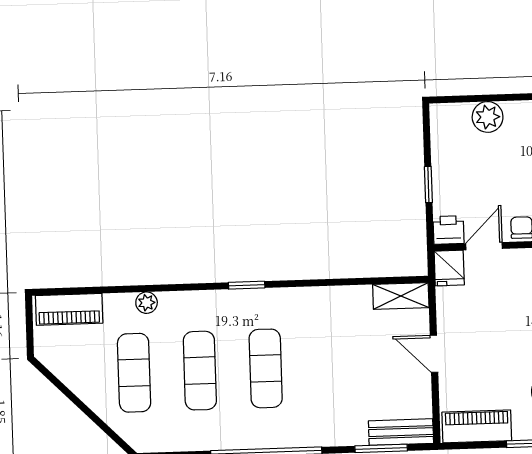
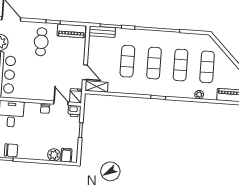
filing cabinet: (457, 120) -> (66, 155), added
door: (484, 246) -> (61, 103), swing flipped
door: (434, 354) -> (85, 72), moved
exercise mat: (331, 366) -> (127, 61), added

